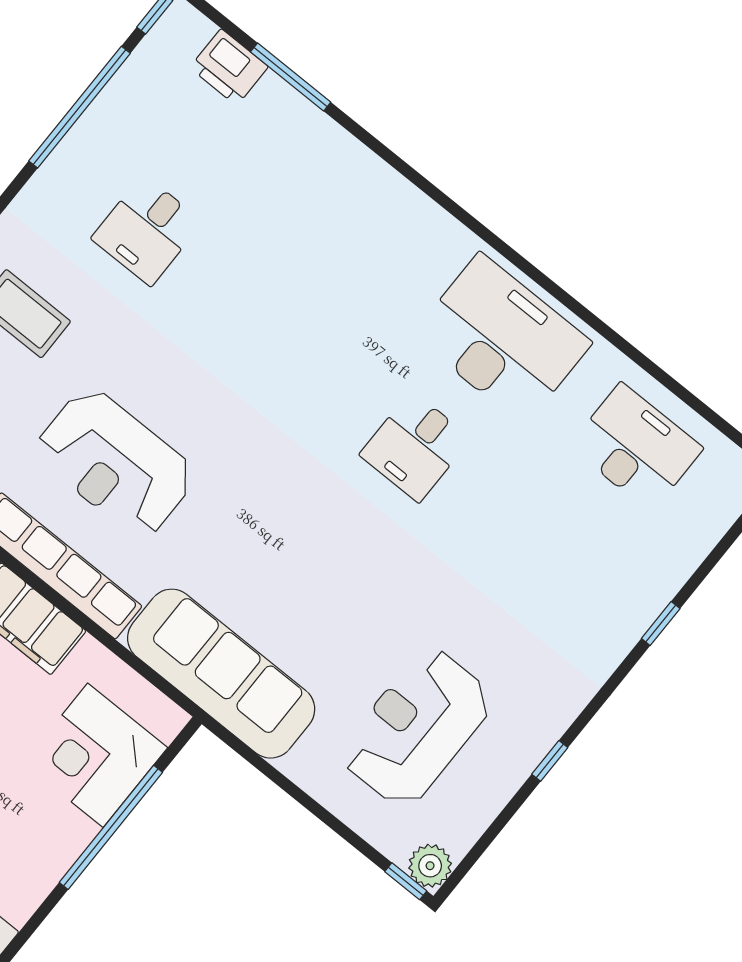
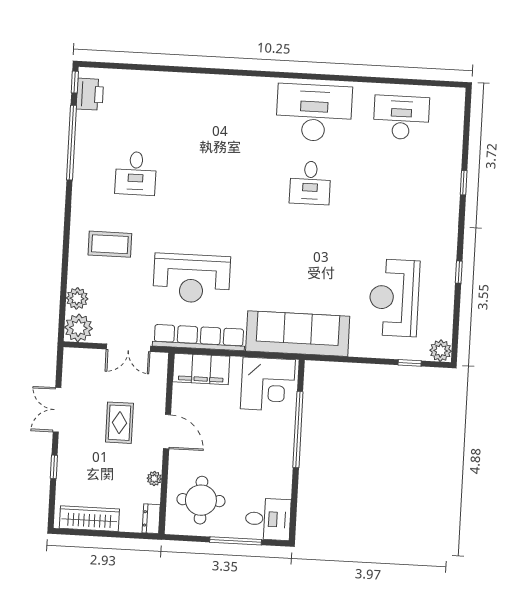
printer: (229, 67) -> (90, 94), moved, turned -90
window: (291, 77) -> (149, 68), removed
corner desk: (95, 755) -> (268, 384), moved, turned -90
window: (406, 881) -> (410, 363), moved

